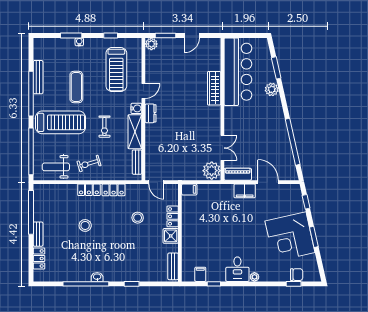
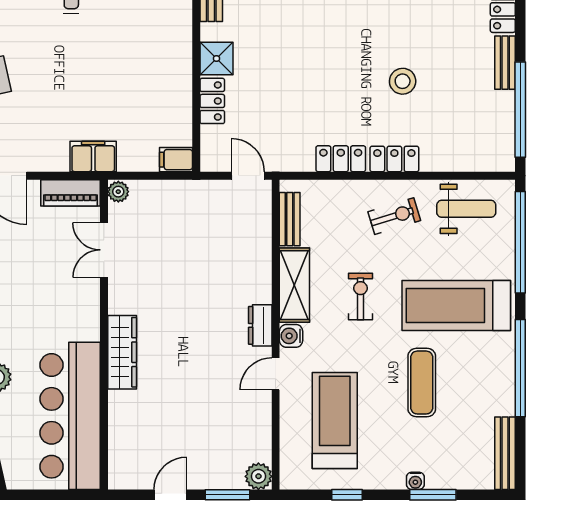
bench: (38, 77) -> (505, 453), moved
wardrobe: (214, 88) -> (122, 352), moved
plant: (212, 171) -> (118, 192), width x0.53, depth x0.53
filing cabinet: (245, 191) -> (93, 157), moved
stool: (138, 218) -> (288, 98), removed

